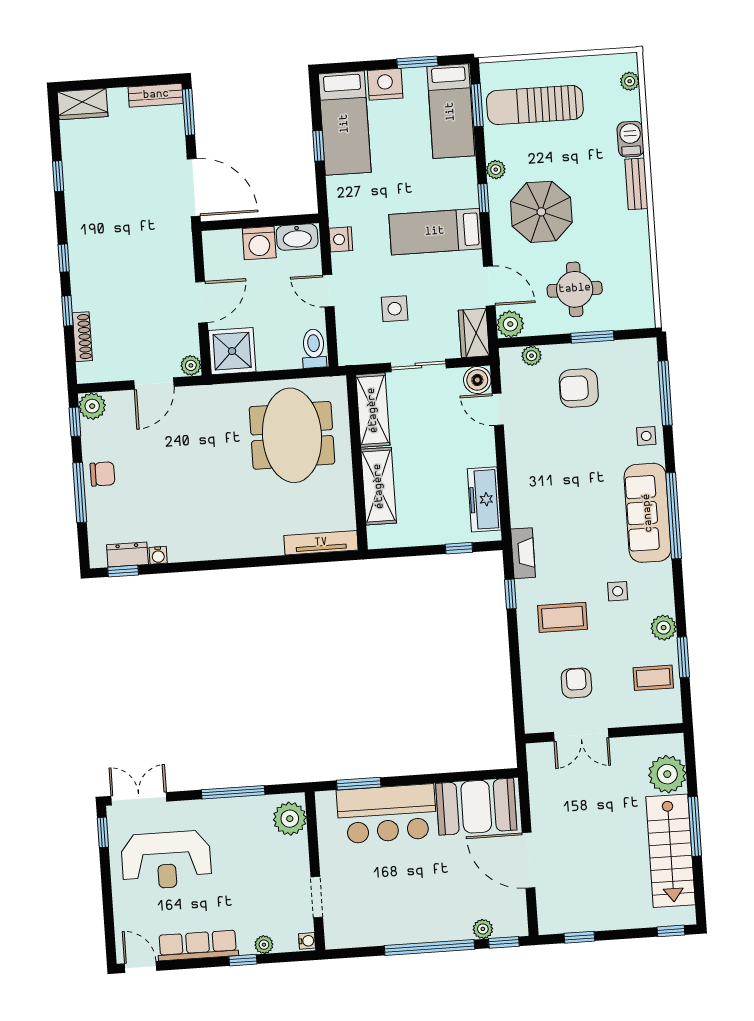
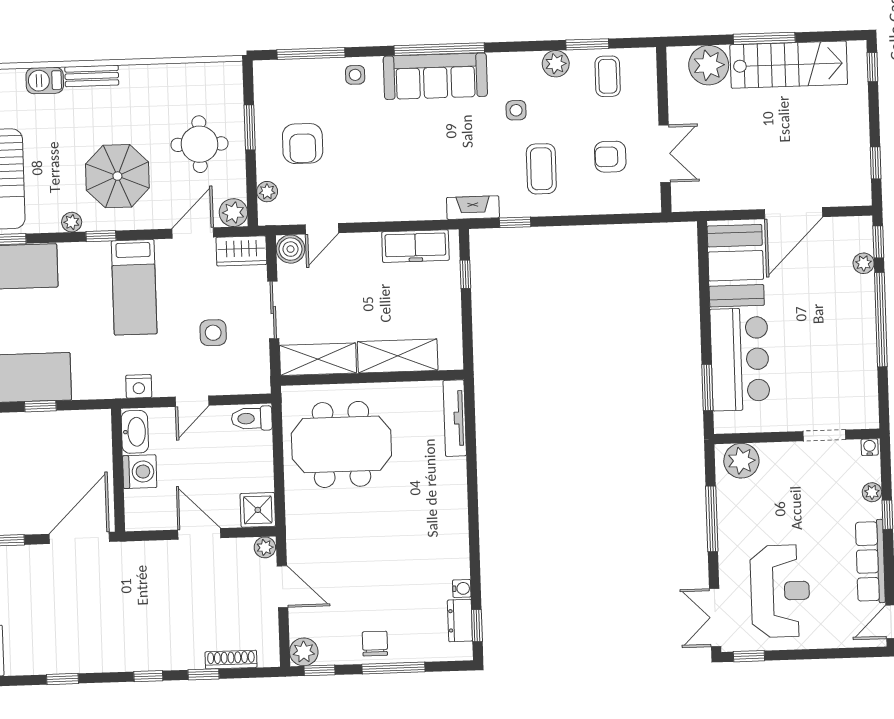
shower: (232, 351) -> (258, 510), width x0.73, depth x0.73

